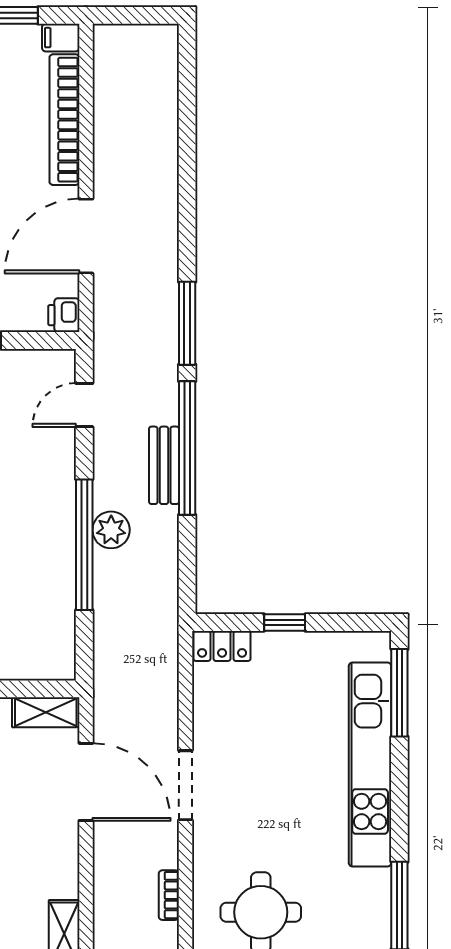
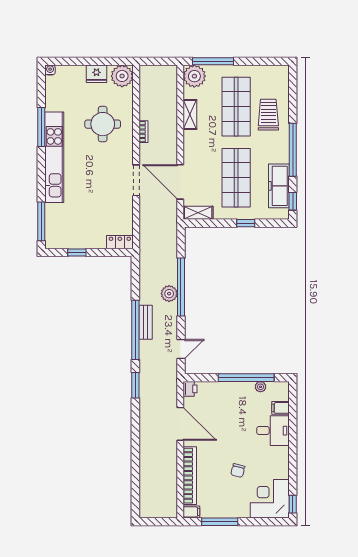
door: (86, 236) -> (180, 424), hinge flipped
window: (187, 323) -> (135, 385), width x0.69
window: (285, 622) -> (77, 253), moved
kitchen unit: (370, 765) -> (54, 157), moved

